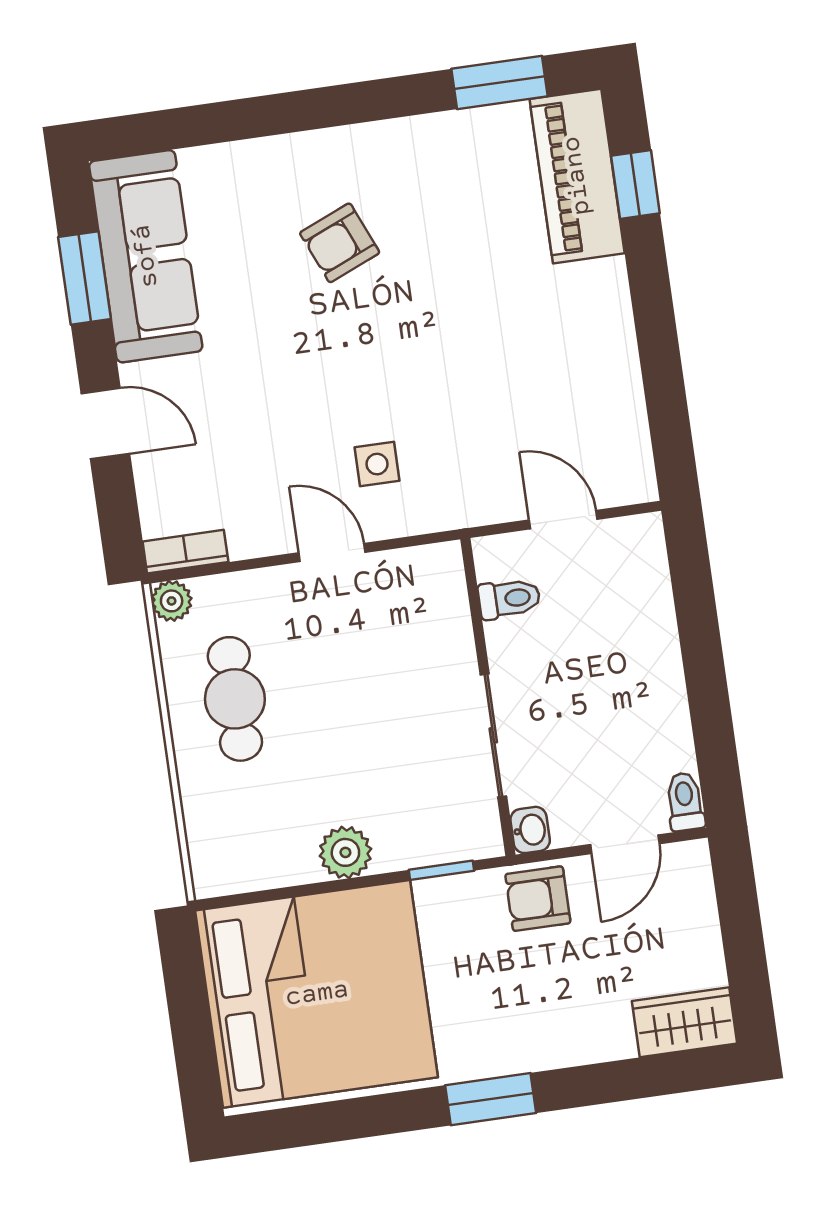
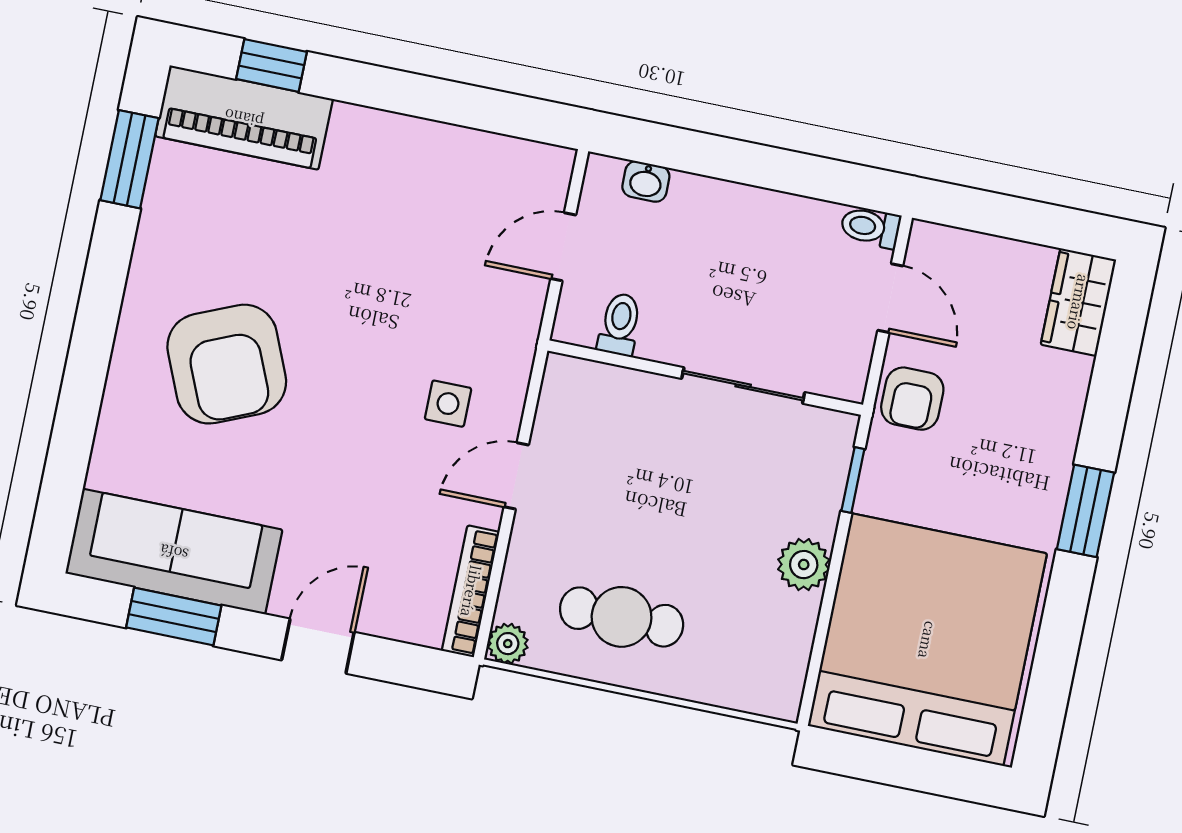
armchair: (340, 243) -> (227, 364), width x1.88, depth x1.88
bookcase: (185, 552) -> (471, 591), width x1.56
washbasin: (530, 830) -> (646, 181), moved, turned 180

